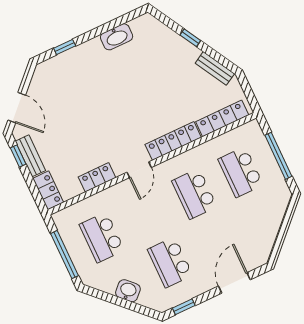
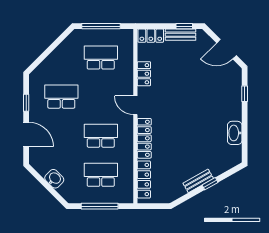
bench: (215, 68) -> (198, 181), moved
door: (17, 108) -> (227, 49), moved
washbasin: (128, 291) -> (54, 179), moved, turned -90
window: (184, 307) -> (26, 103), moved

